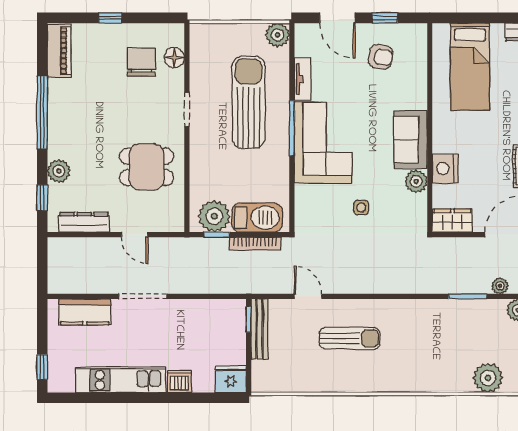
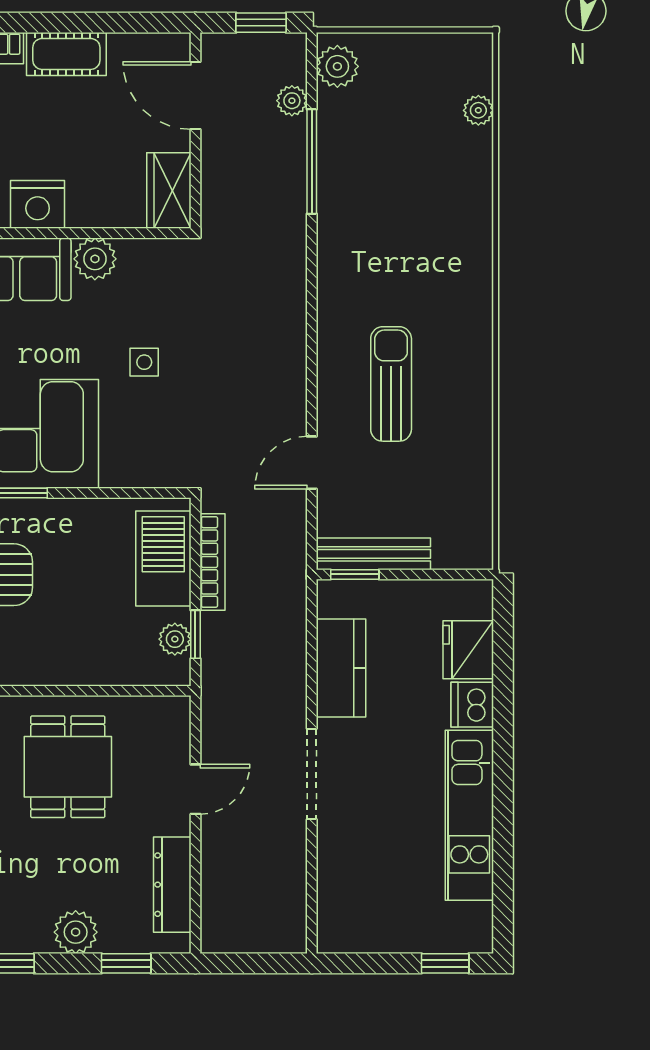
nightstand: (445, 169) -> (38, 204), moved
plant: (214, 216) -> (175, 639), width x0.53, depth x0.53
window: (468, 296) -> (312, 161), width x1.44
kitchen counter: (85, 312) -> (341, 668), moved
plant: (488, 378) -> (478, 110), width x0.53, depth x0.53
fridge: (231, 379) -> (468, 650), moved

